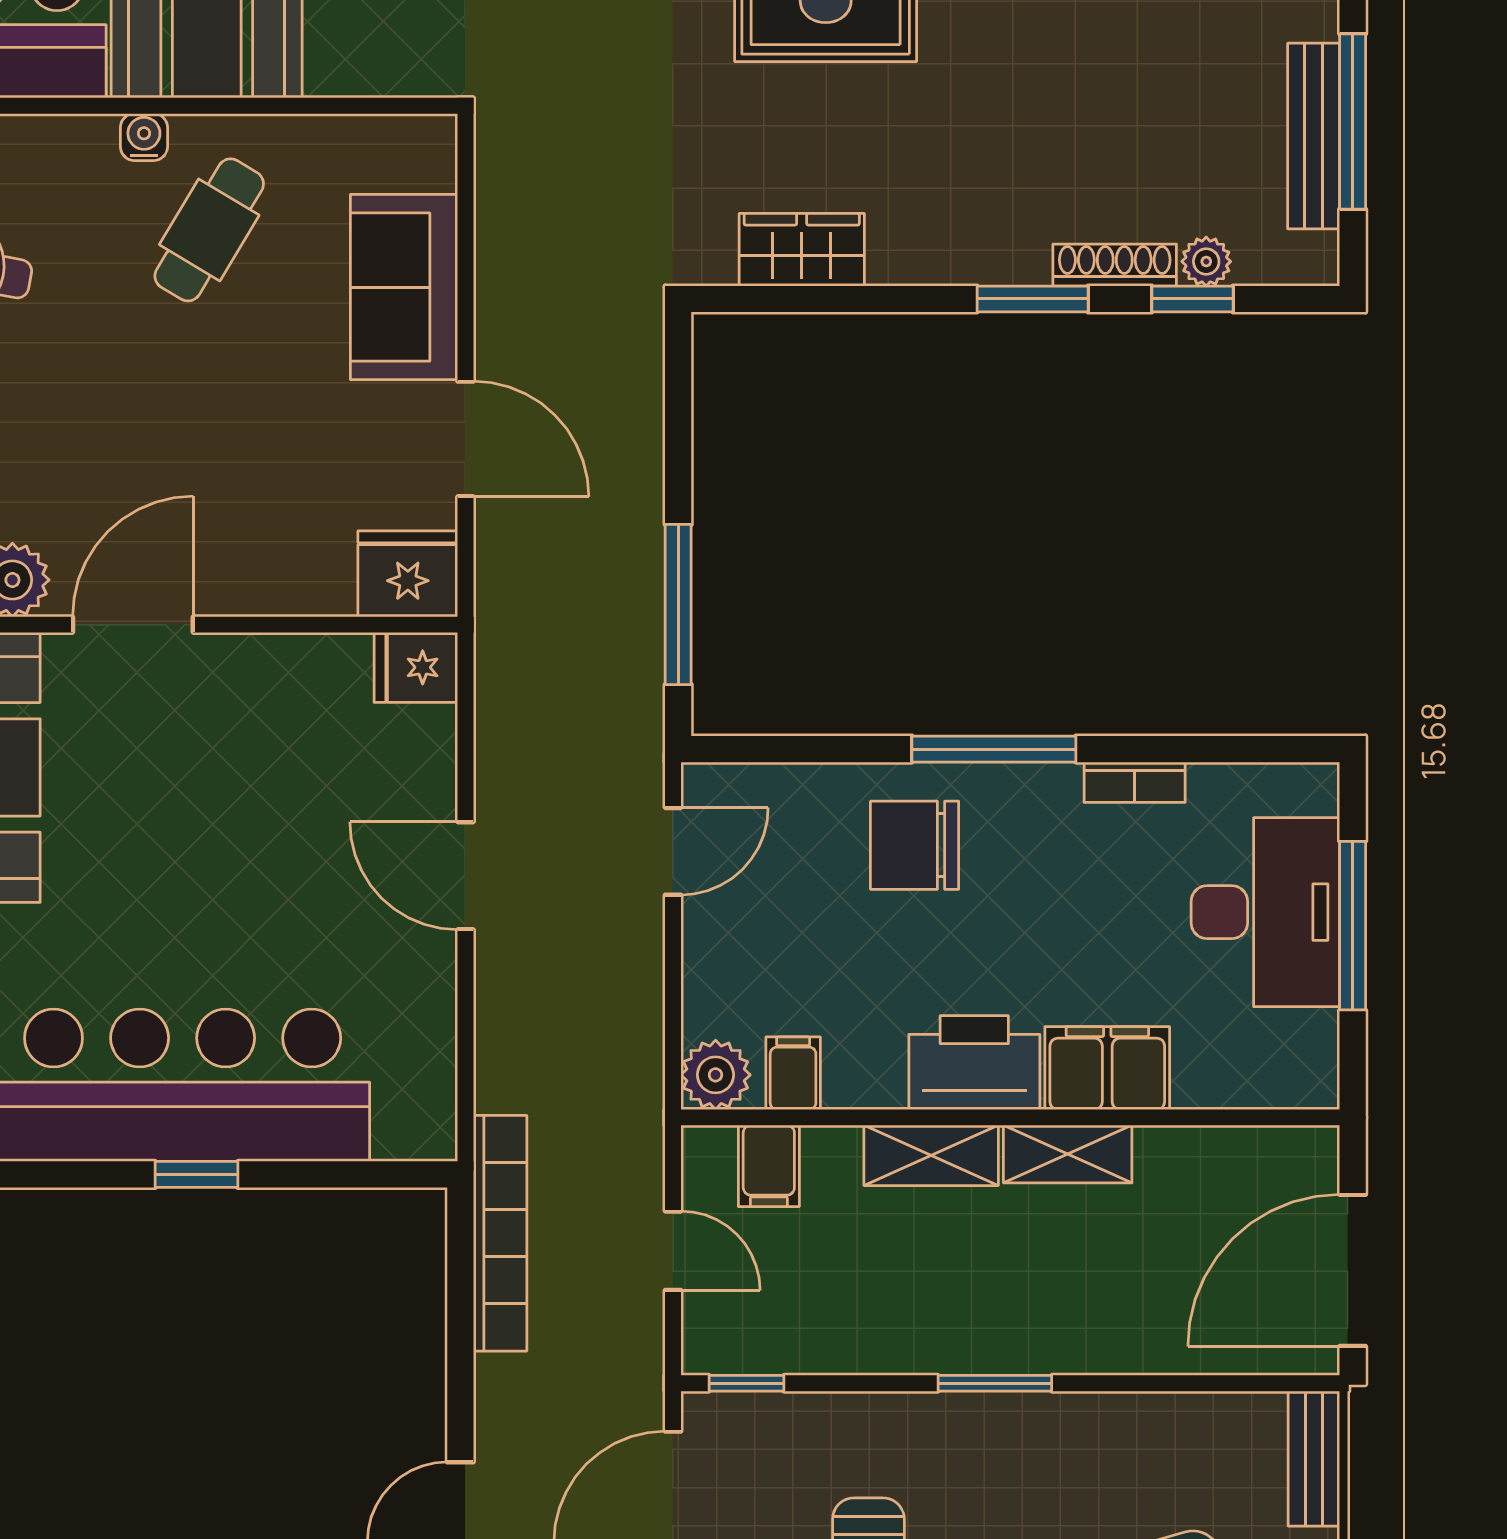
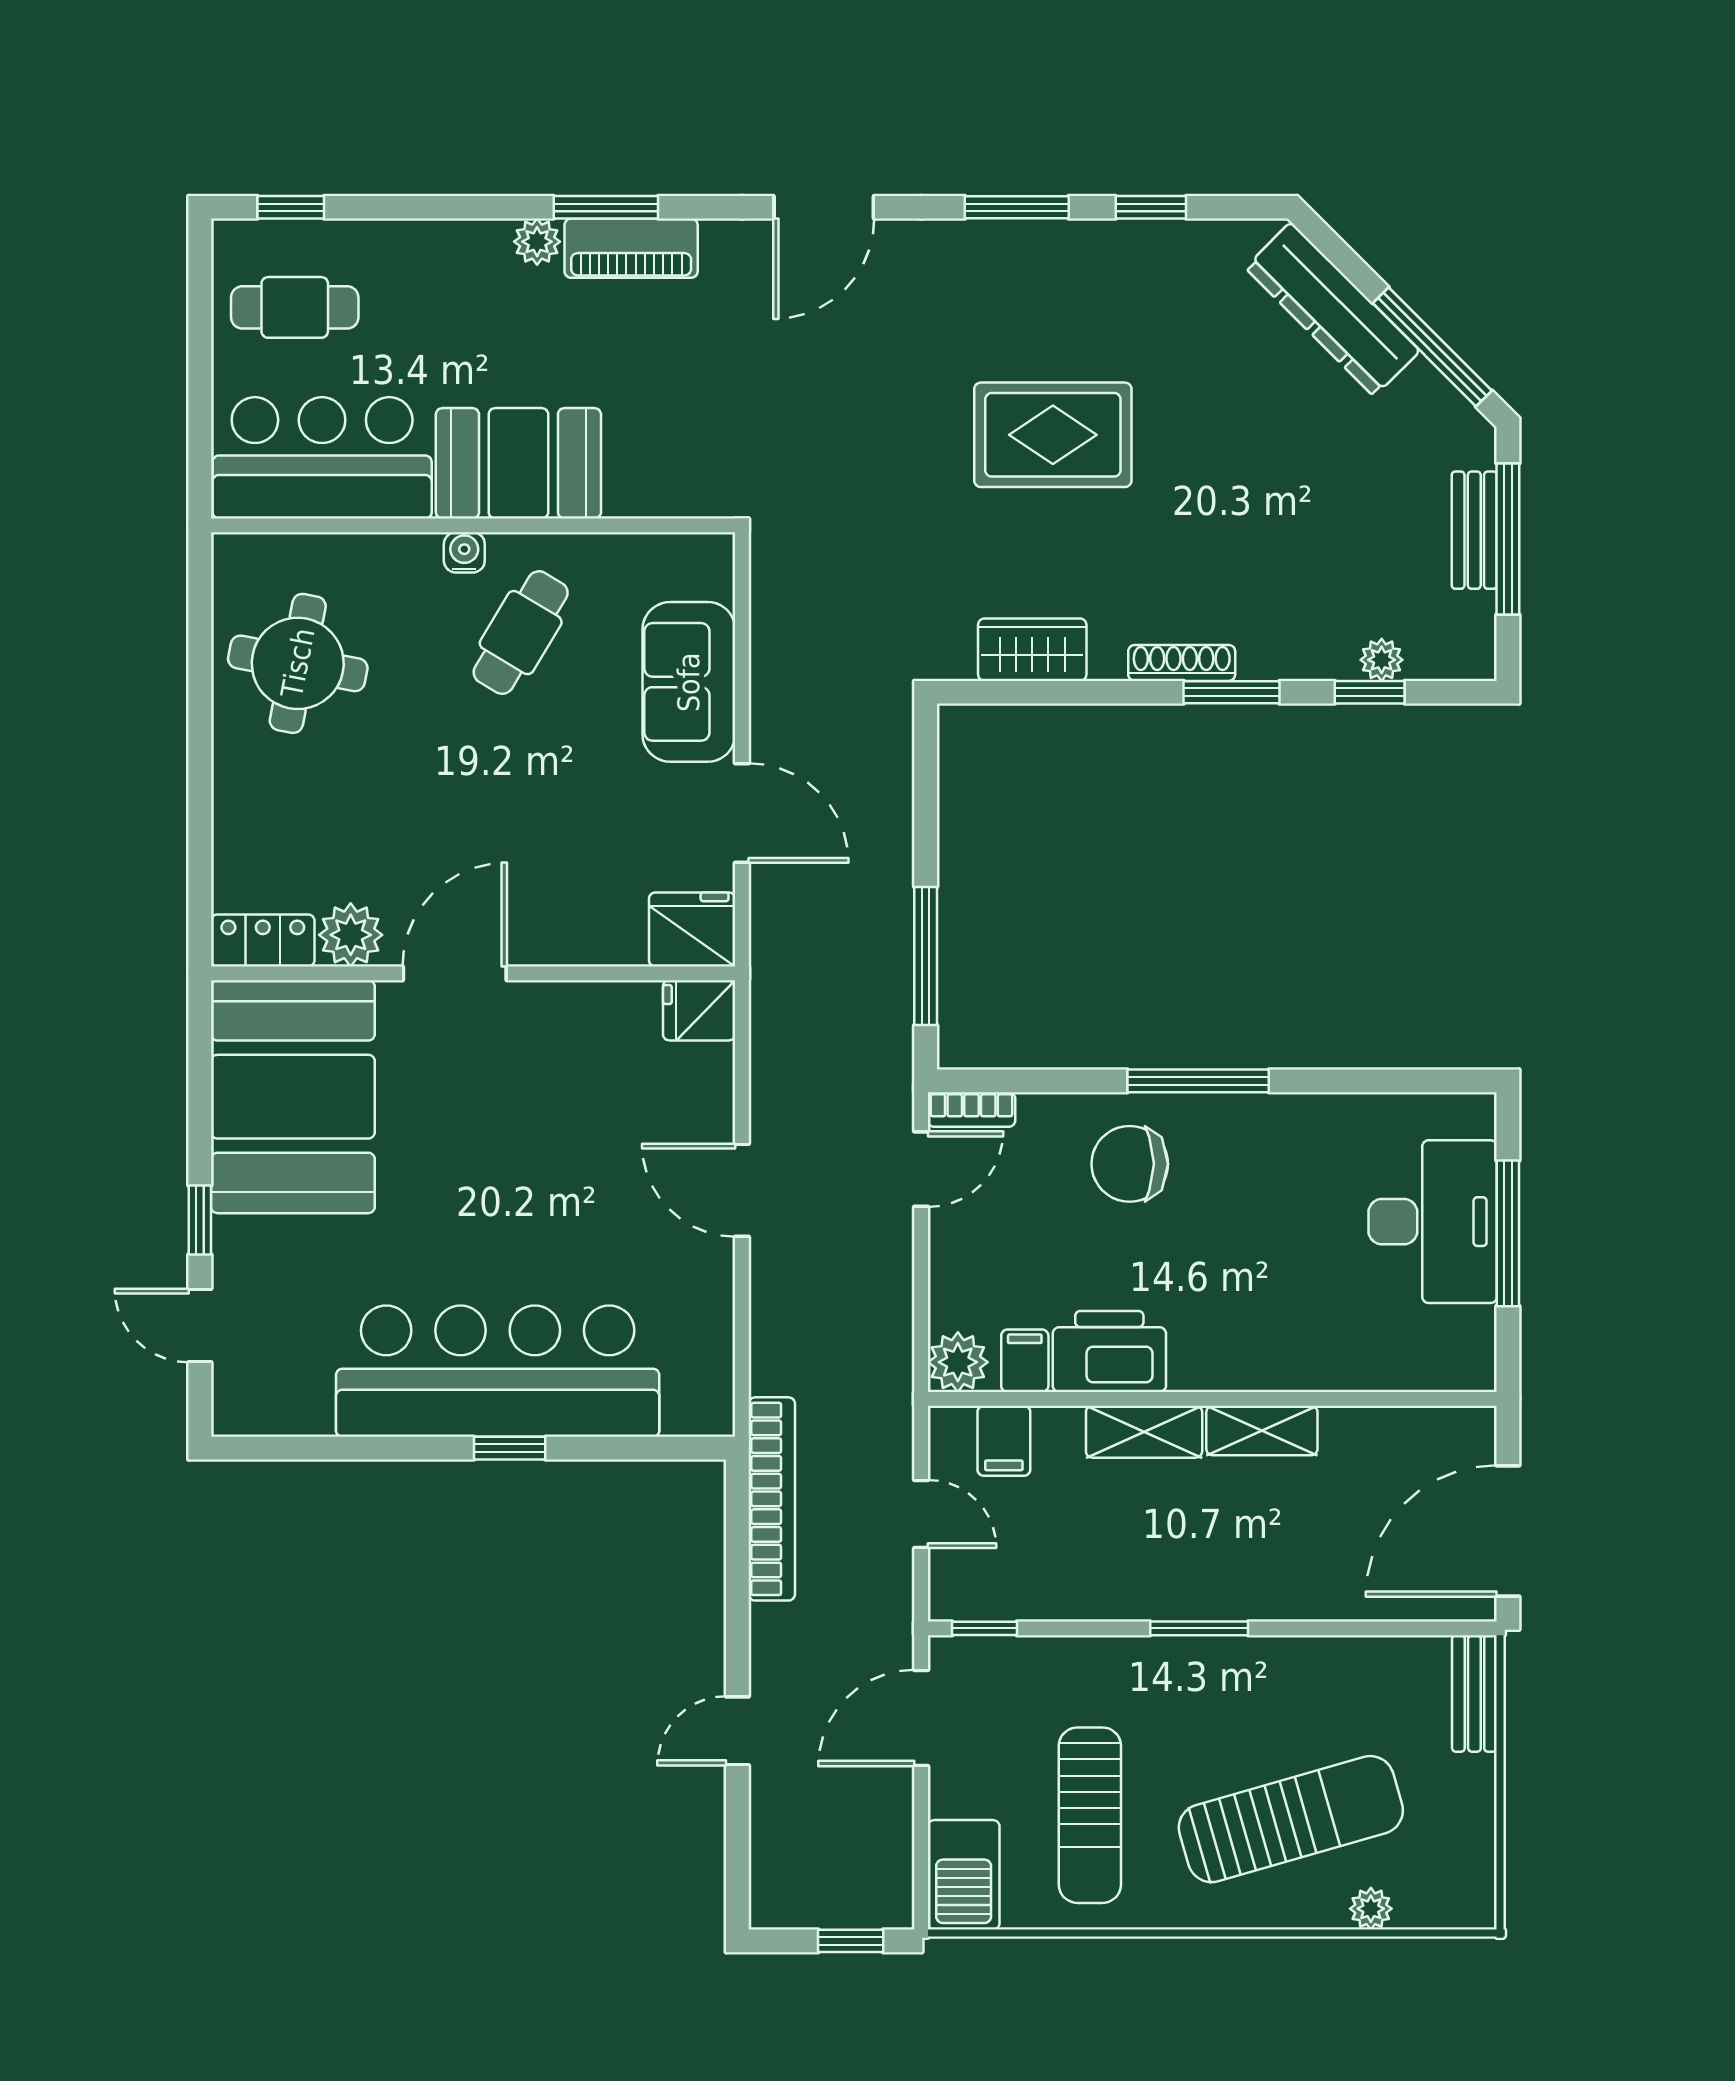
bench: (1314, 136) -> (1474, 530), width x0.73
shoe rack: (1115, 265) -> (1182, 663), moved
bookcase: (1135, 782) -> (971, 1109), moved
printer: (974, 1063) -> (1109, 1352), moved
filing cabinet: (1107, 1068) -> (1296, 1356), removed

